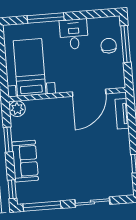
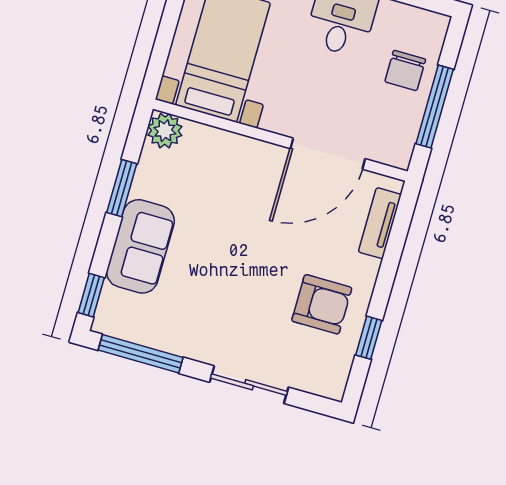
window: (126, 44) -> (435, 107), moved
chair: (109, 46) -> (405, 71), turned 180
armchair: (110, 157) -> (322, 304), added

